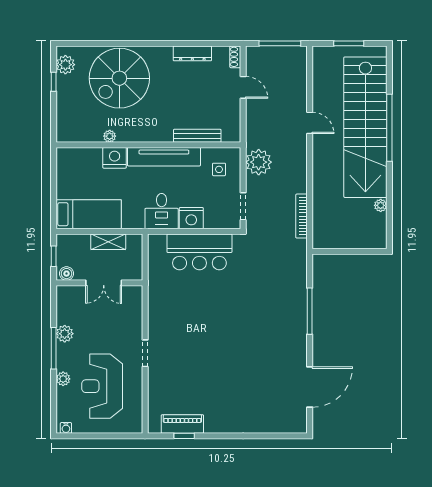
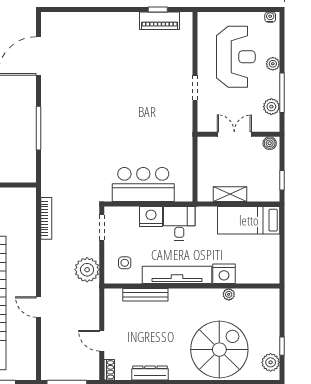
boiler: (66, 274) -> (270, 143), moved
wall: (99, 283) -> (238, 134), moved
double door: (104, 283) -> (234, 134), moved

